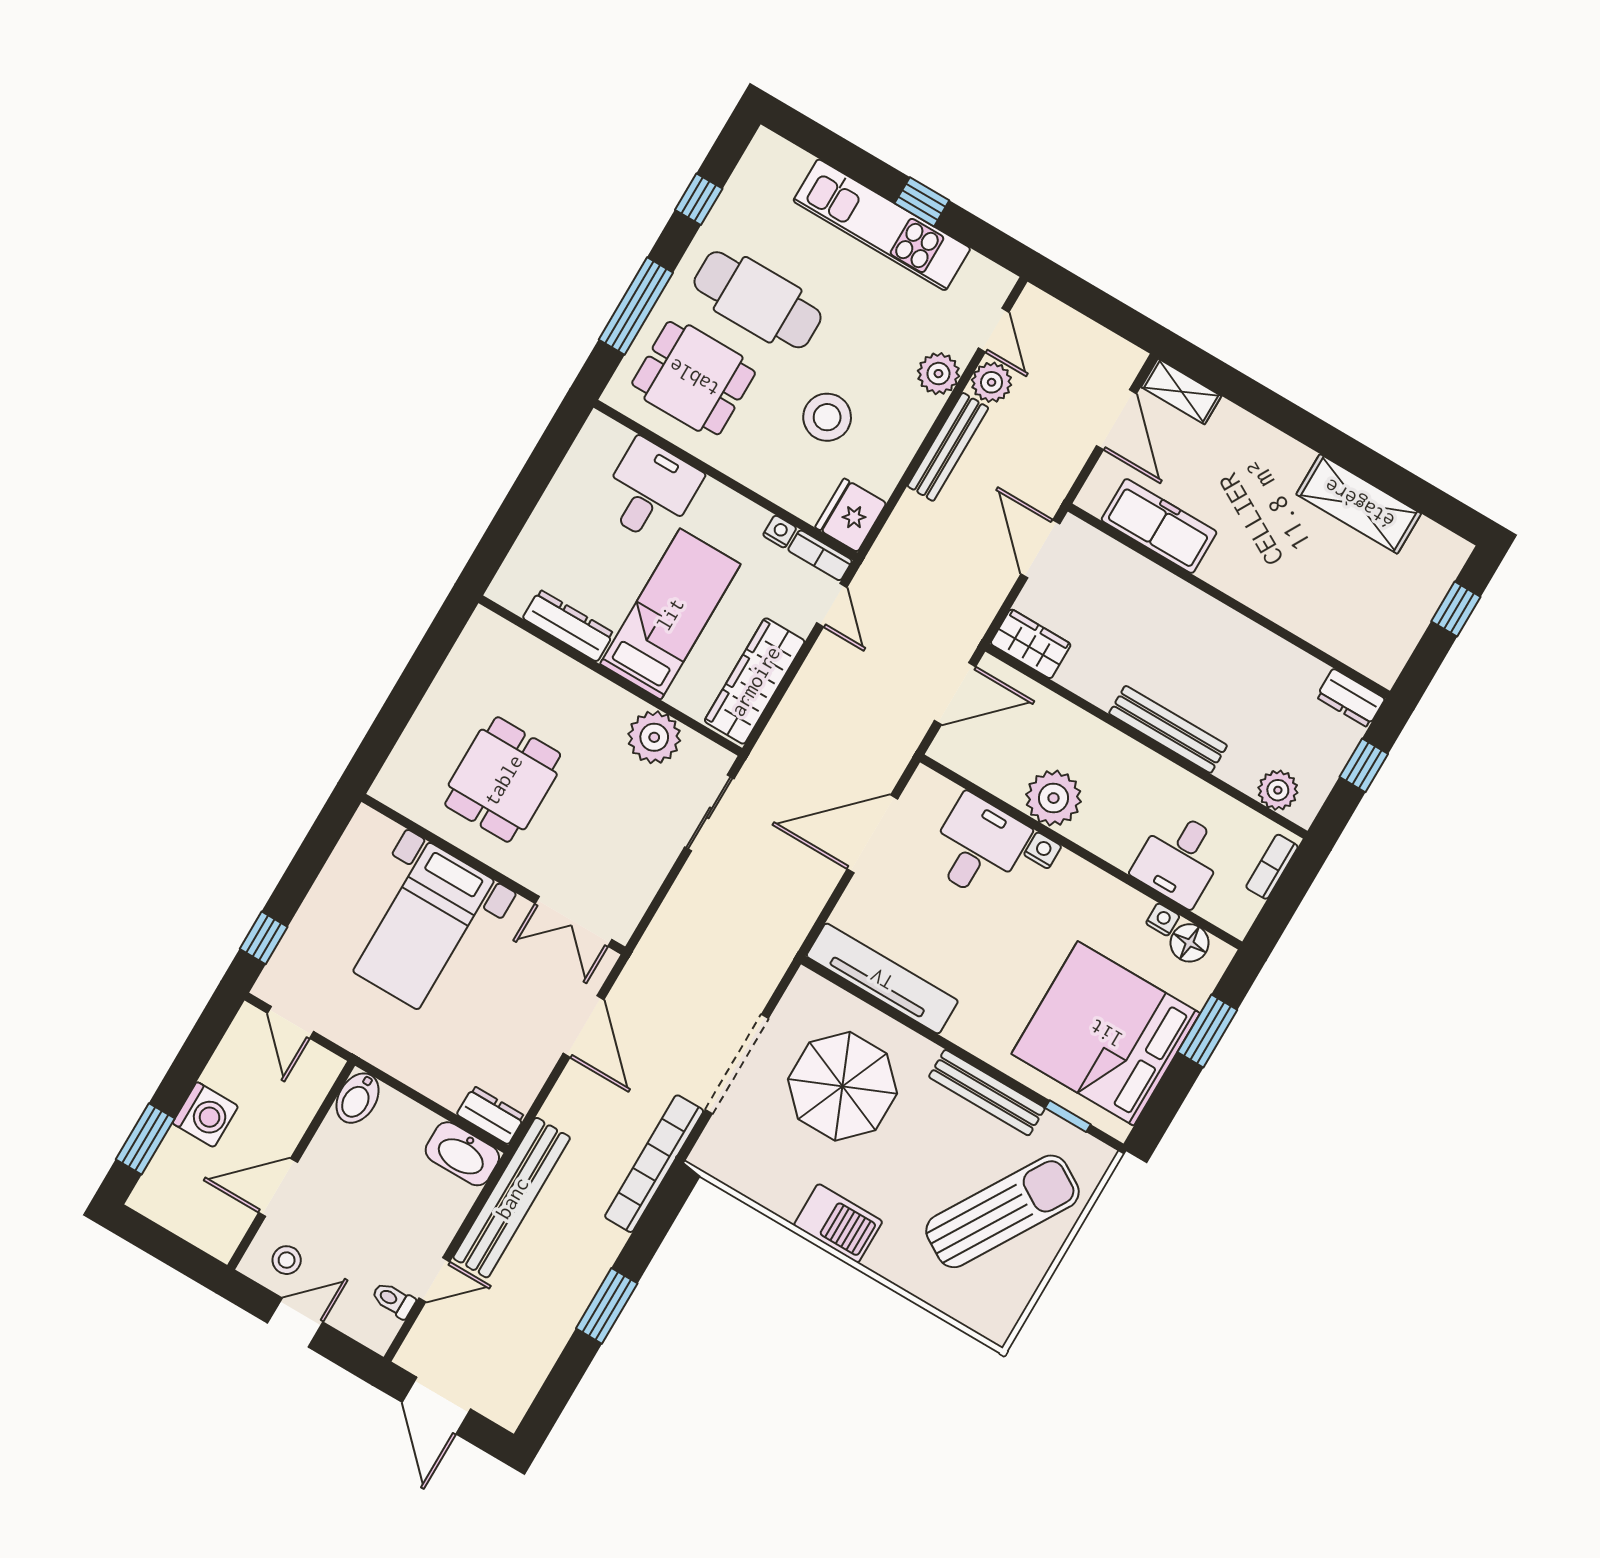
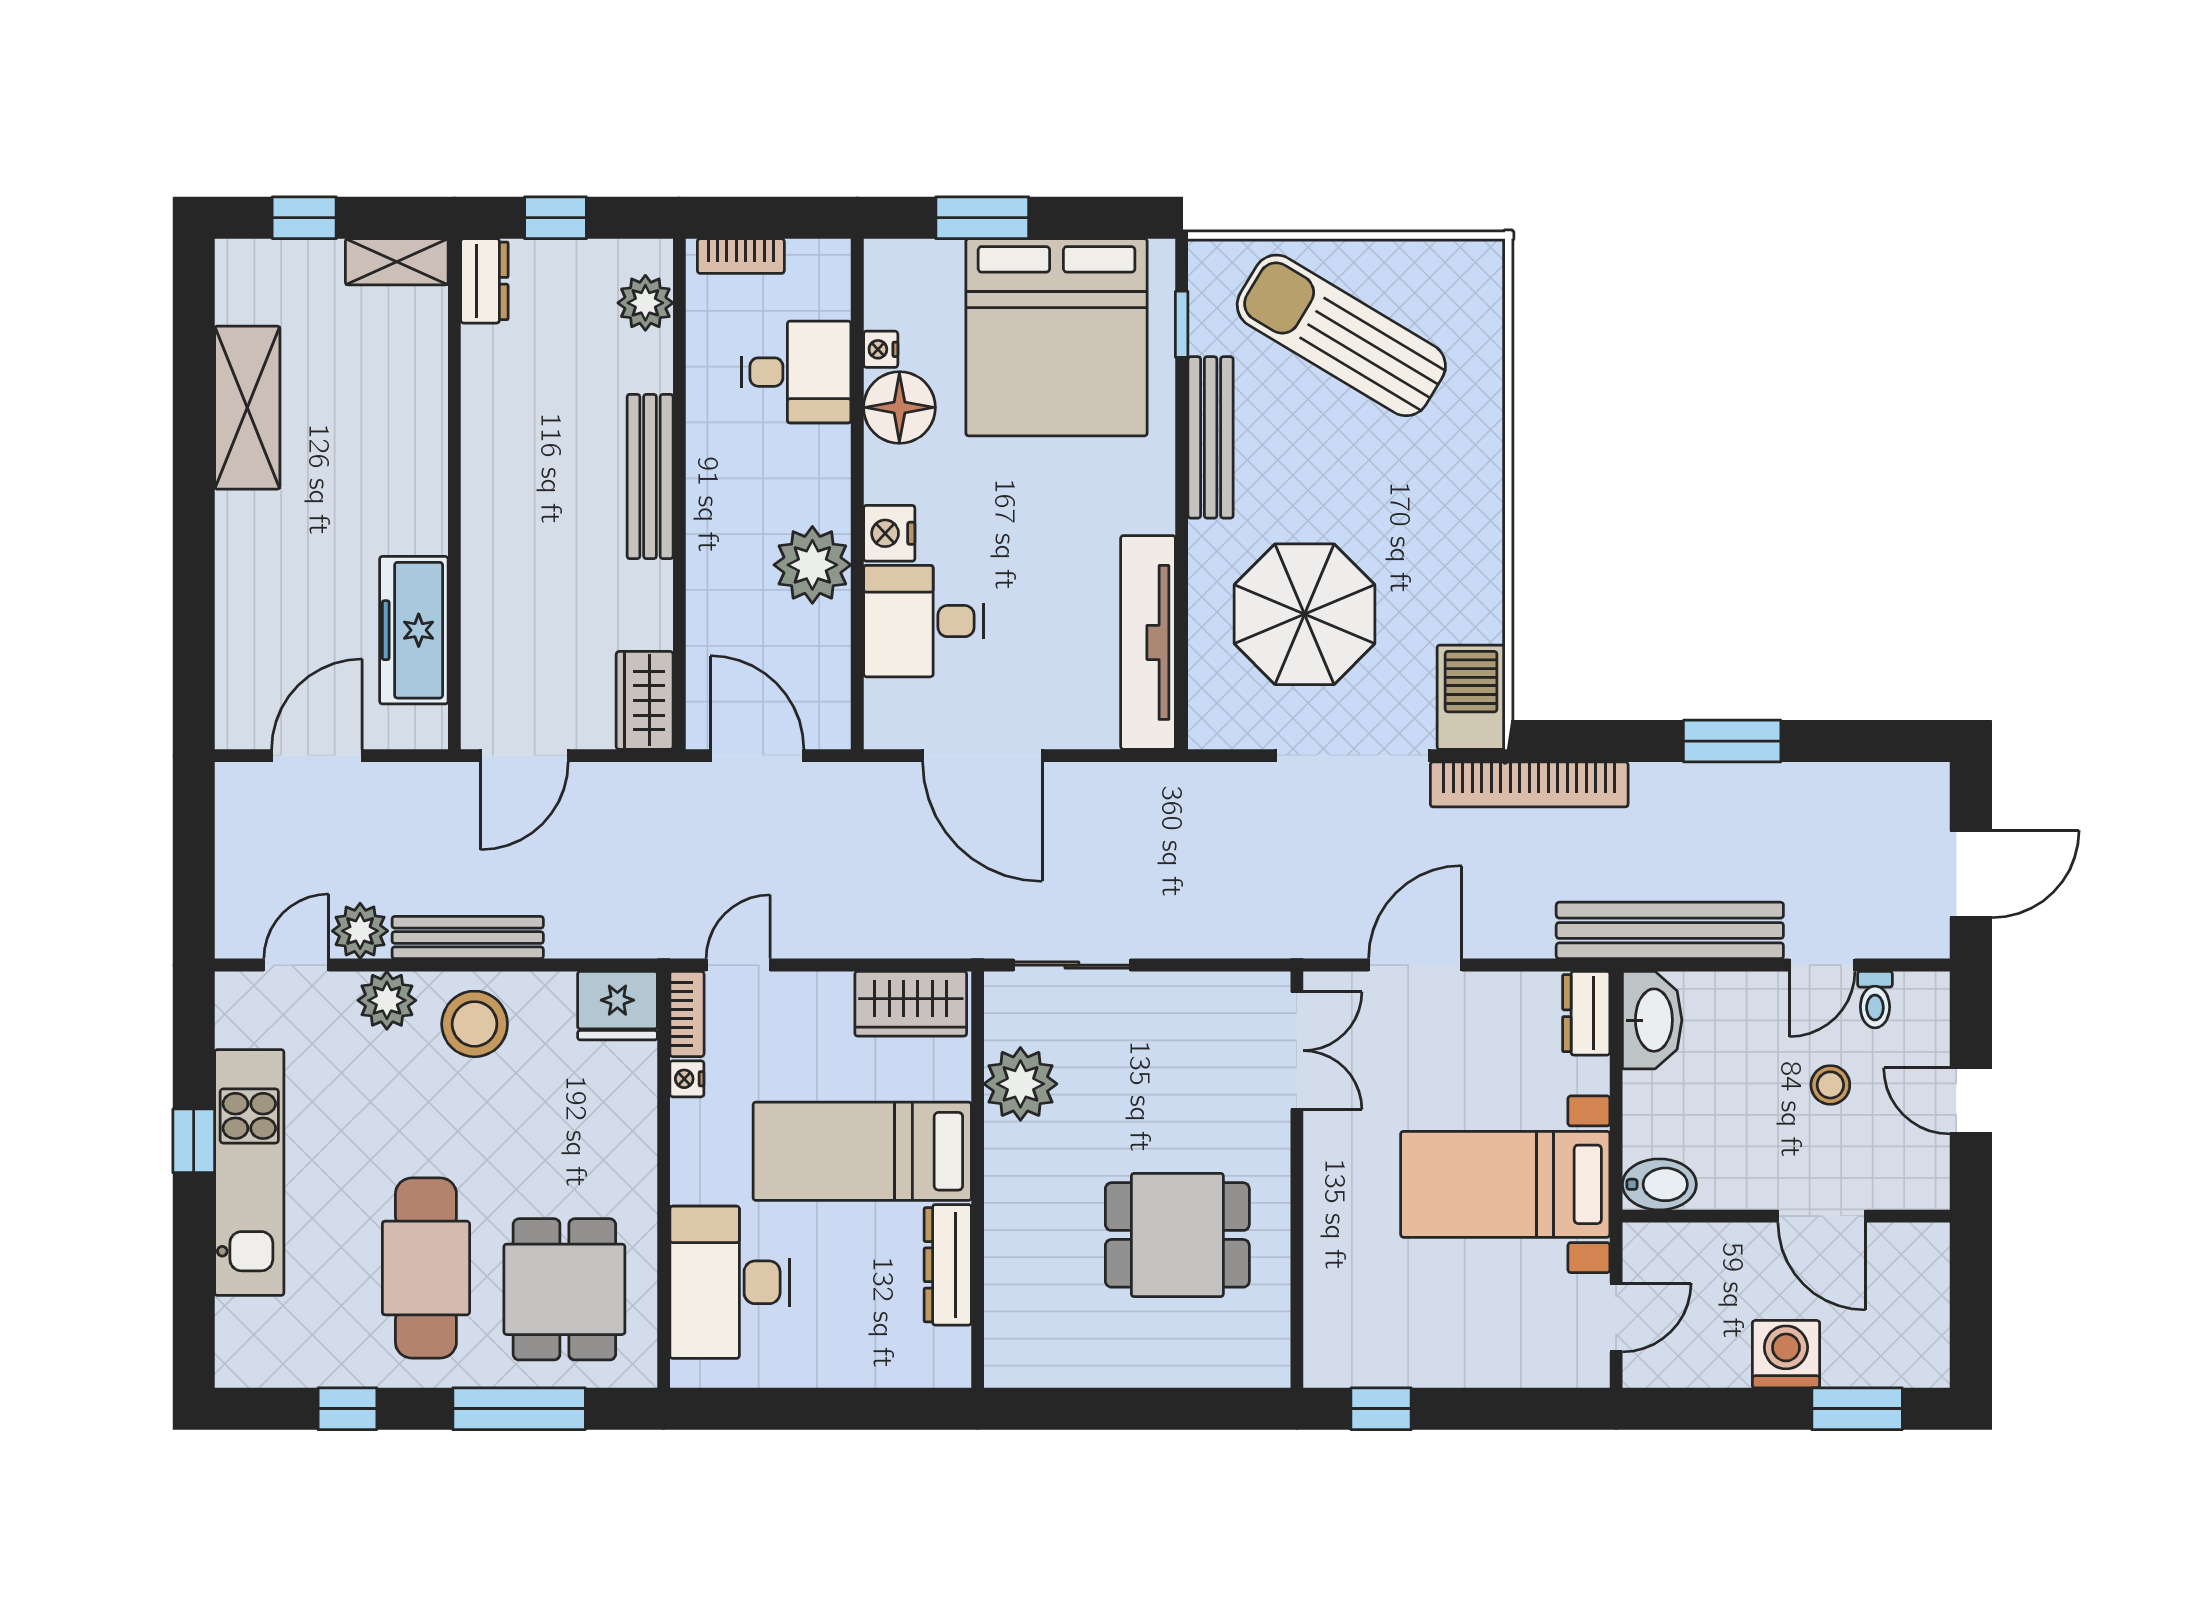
shelving: (1181, 392) -> (397, 262), moved, turned 90
stool: (827, 417) -> (475, 1024), moved
desk: (650, 491) -> (730, 1282), width x1.37
wardrobe: (755, 681) -> (911, 1004), width x0.67
nightstand: (1043, 850) -> (889, 533), width x1.39, depth x1.35
bed with nightstands: (424, 926) -> (1505, 1184), moved, turned 180
window: (264, 938) -> (1381, 1409), moved
floor lamp: (1190, 943) -> (899, 407), moved, width x1.38, depth x1.38
barbecue: (838, 1223) -> (1471, 697), moved
stool: (287, 1260) -> (1830, 1085), moved
door: (434, 1280) -> (1822, 965), swing flipped

